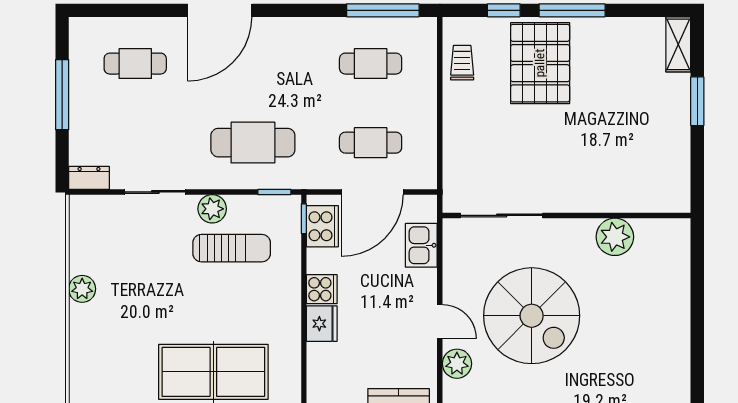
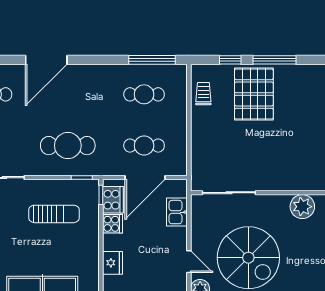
plant: (212, 209) -> (41, 188), removed
cooker: (322, 289) -> (112, 224), moved

